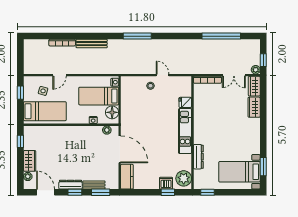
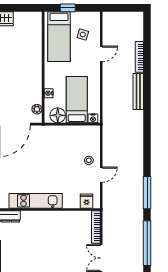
window: (137, 36) -> (147, 193), moved
door: (60, 75) -> (101, 54), swing flipped
window: (20, 93) -> (68, 8), moved
fridge: (185, 102) -> (87, 201), moved
window: (20, 141) -> (24, 8), removed

